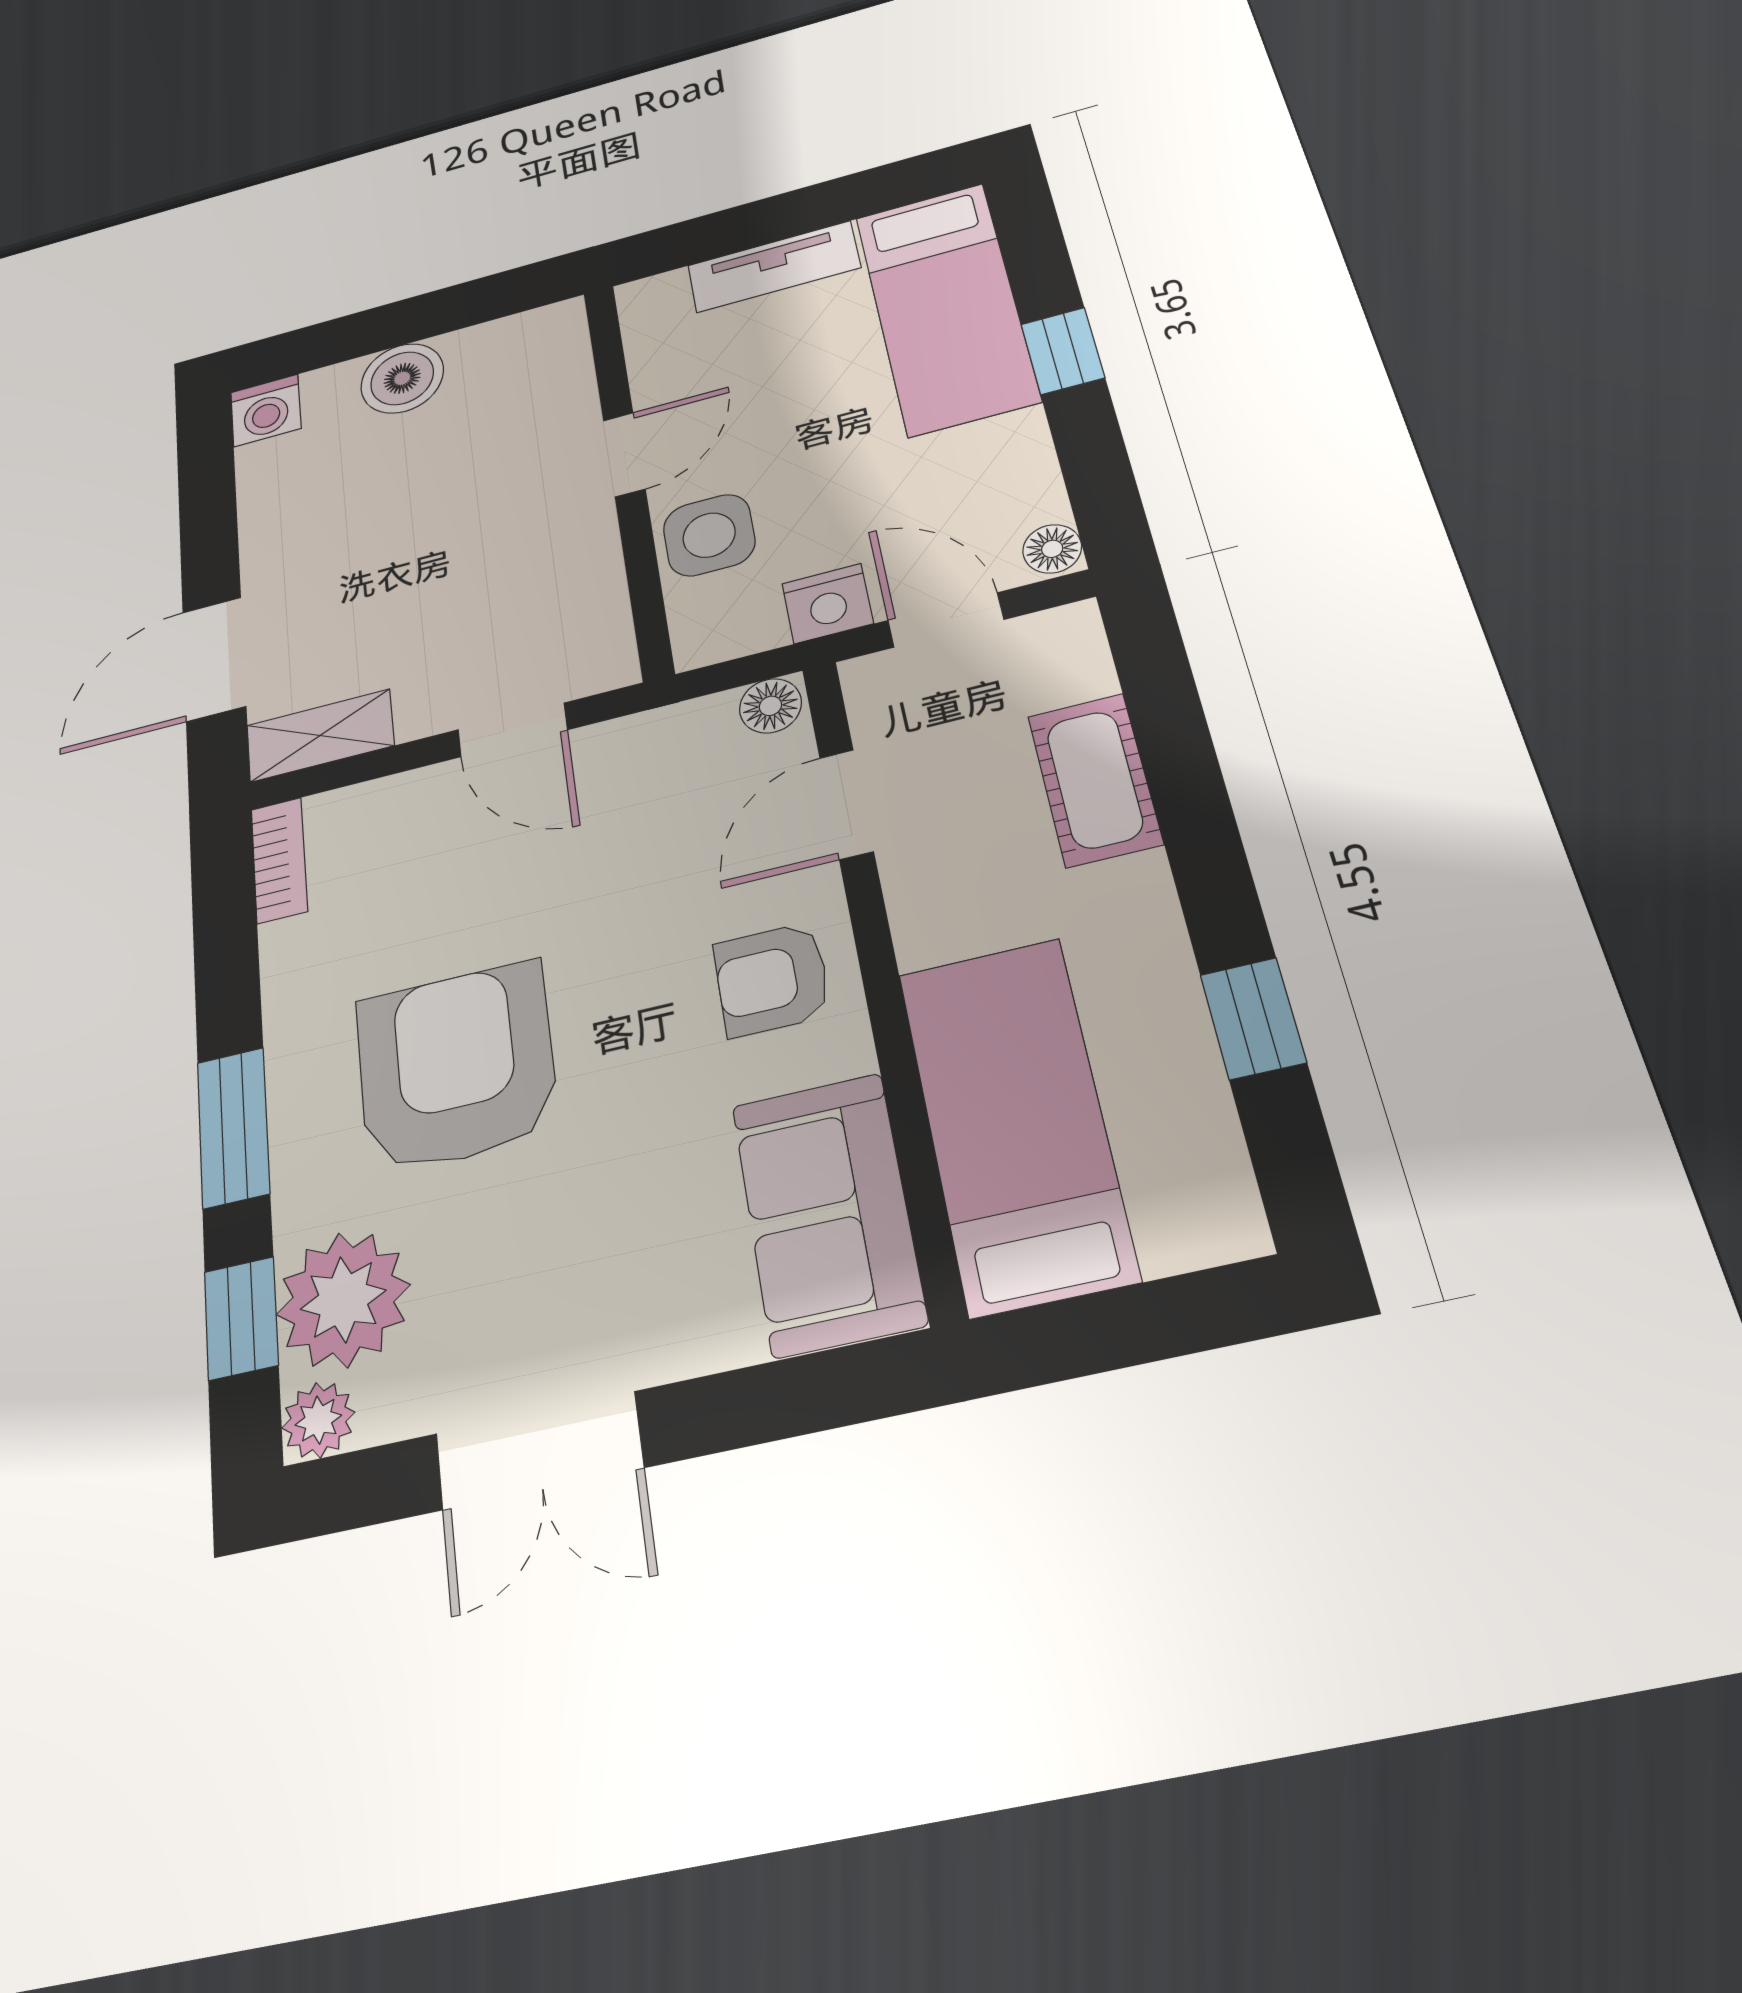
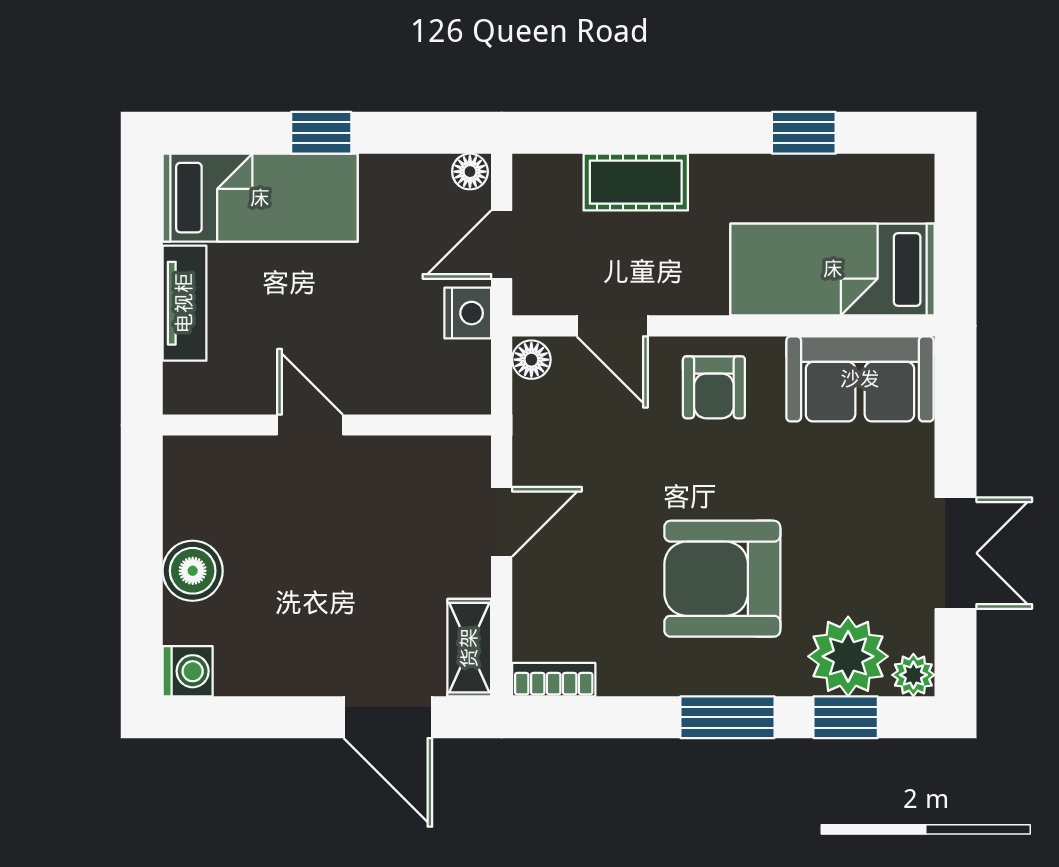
side table: (709, 535) -> (393, 379), removed

